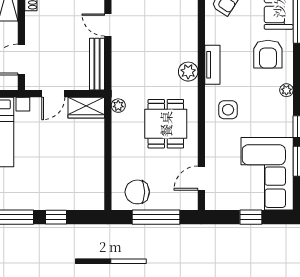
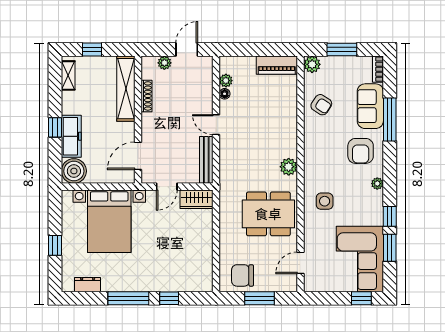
tv unit: (212, 65) -> (310, 161), removed
plant: (118, 106) -> (225, 197), removed
dining table: (166, 124) -> (268, 214), width x1.38
window: (156, 217) -> (260, 298), width x0.69
window: (251, 217) -> (361, 298), moved

